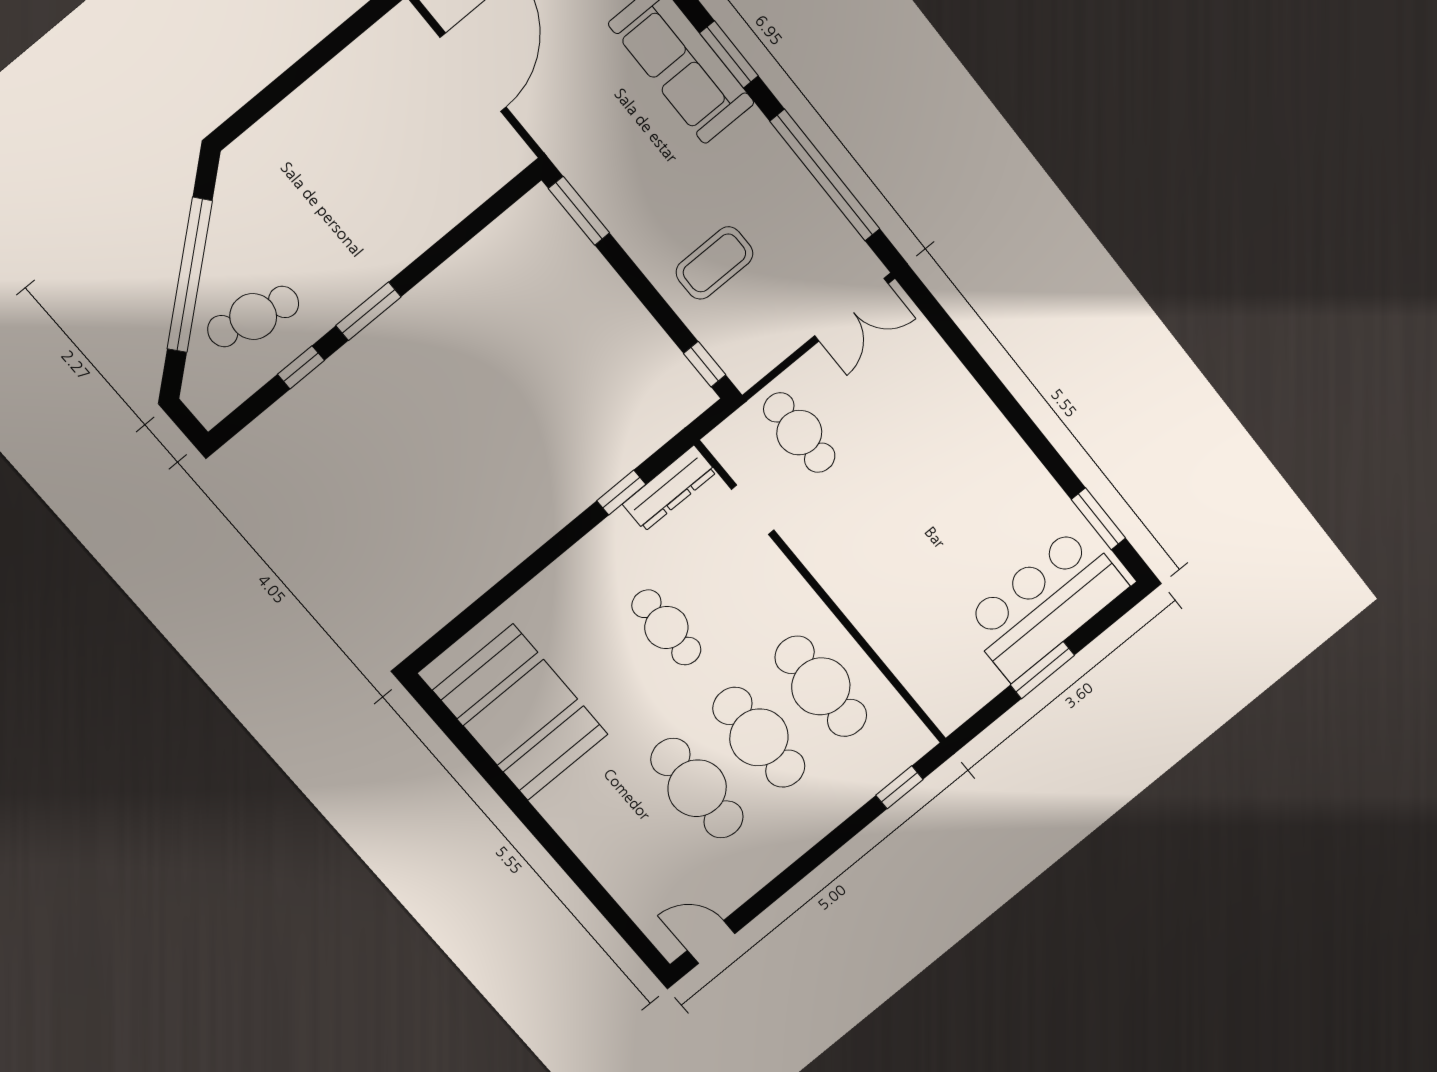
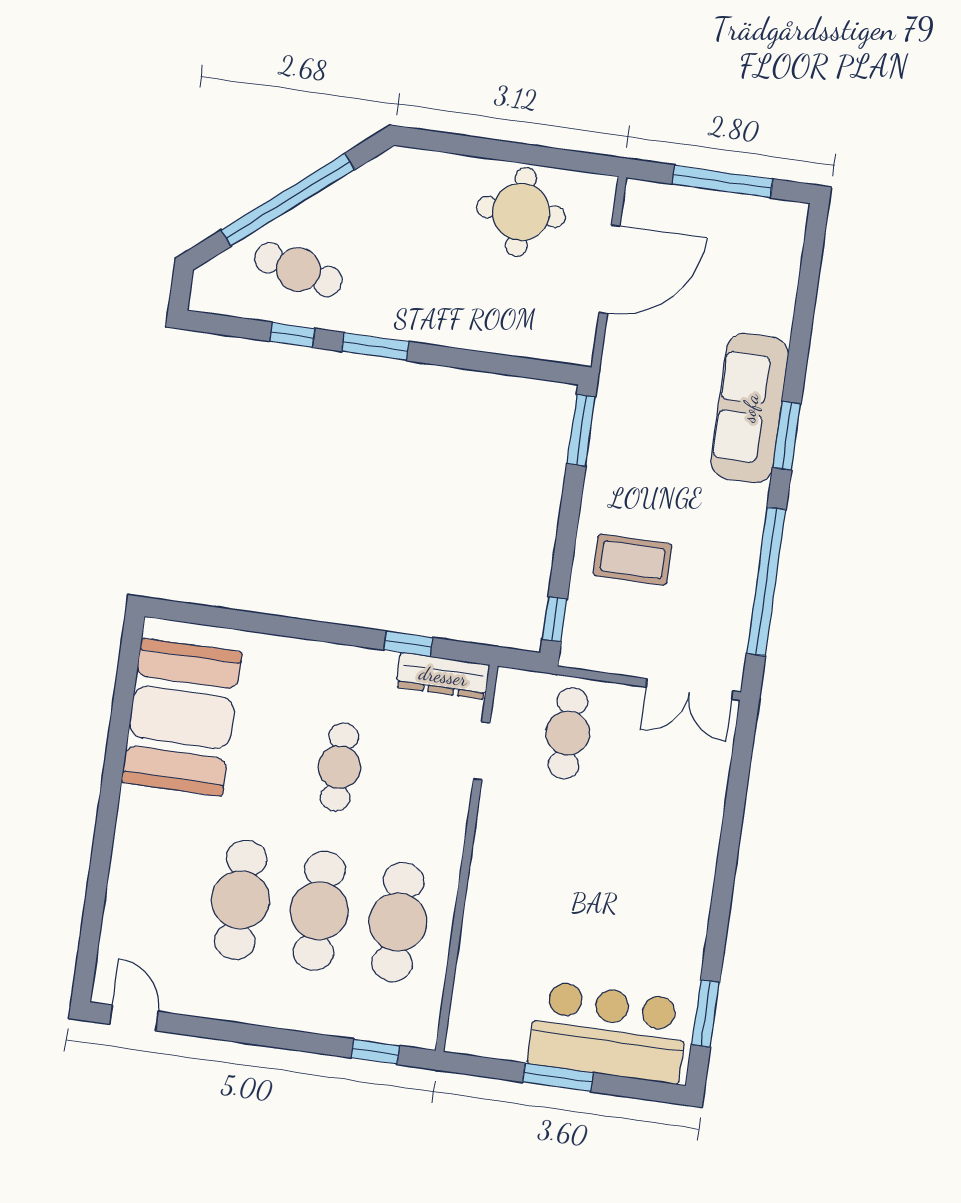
round table: (365, 100) -> (521, 212), added

